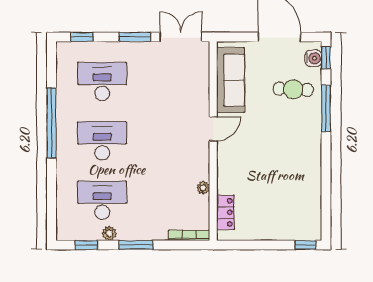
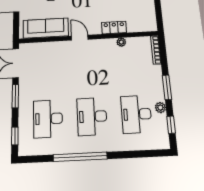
locker: (225, 212) -> (114, 28), moved

